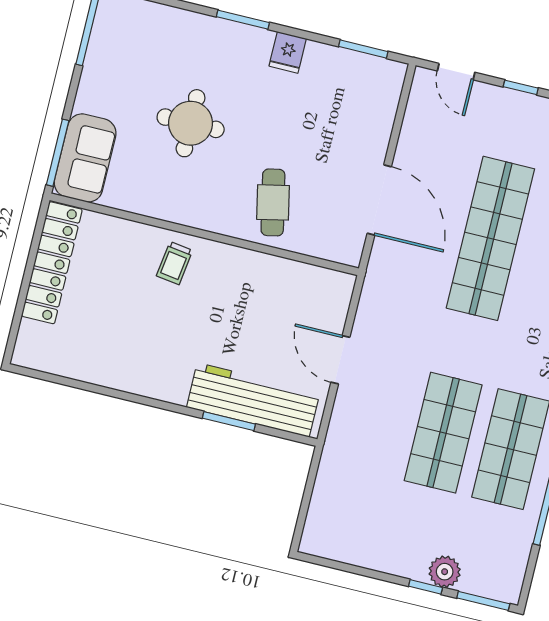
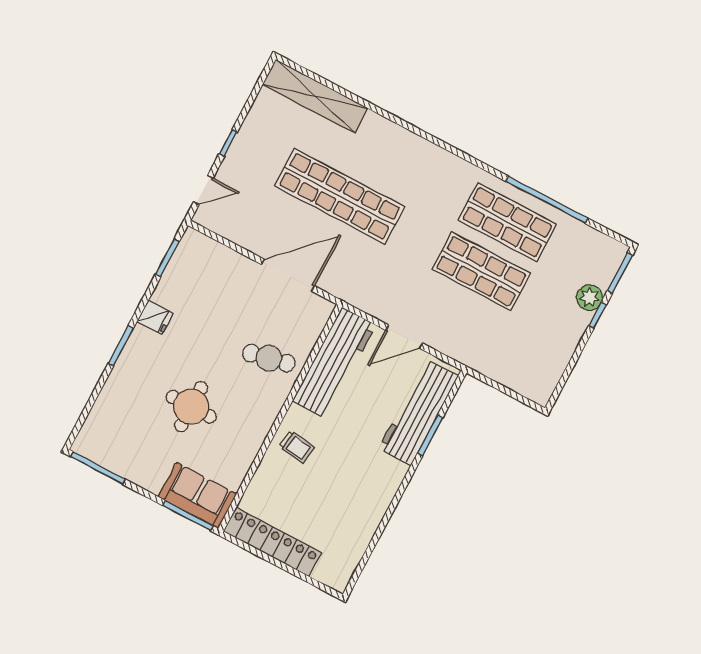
workbench: (287, 283) -> (334, 363), added

